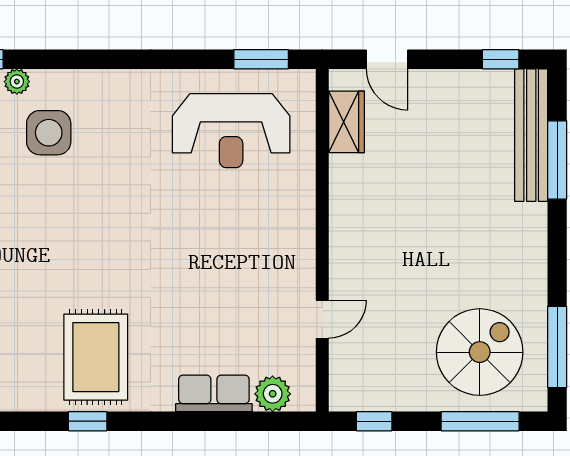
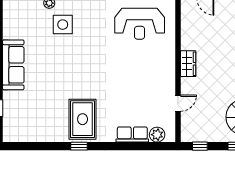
wardrobe: (346, 122) -> (188, 64), moved

